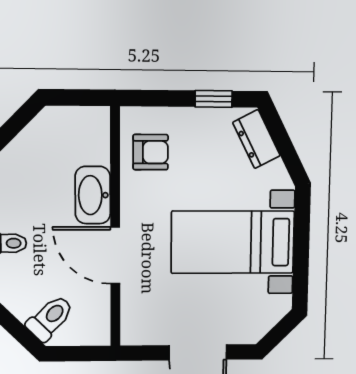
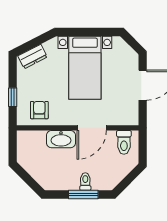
window: (214, 99) -> (13, 97), moved
toilet: (50, 318) -> (124, 142), moved, turned -135

